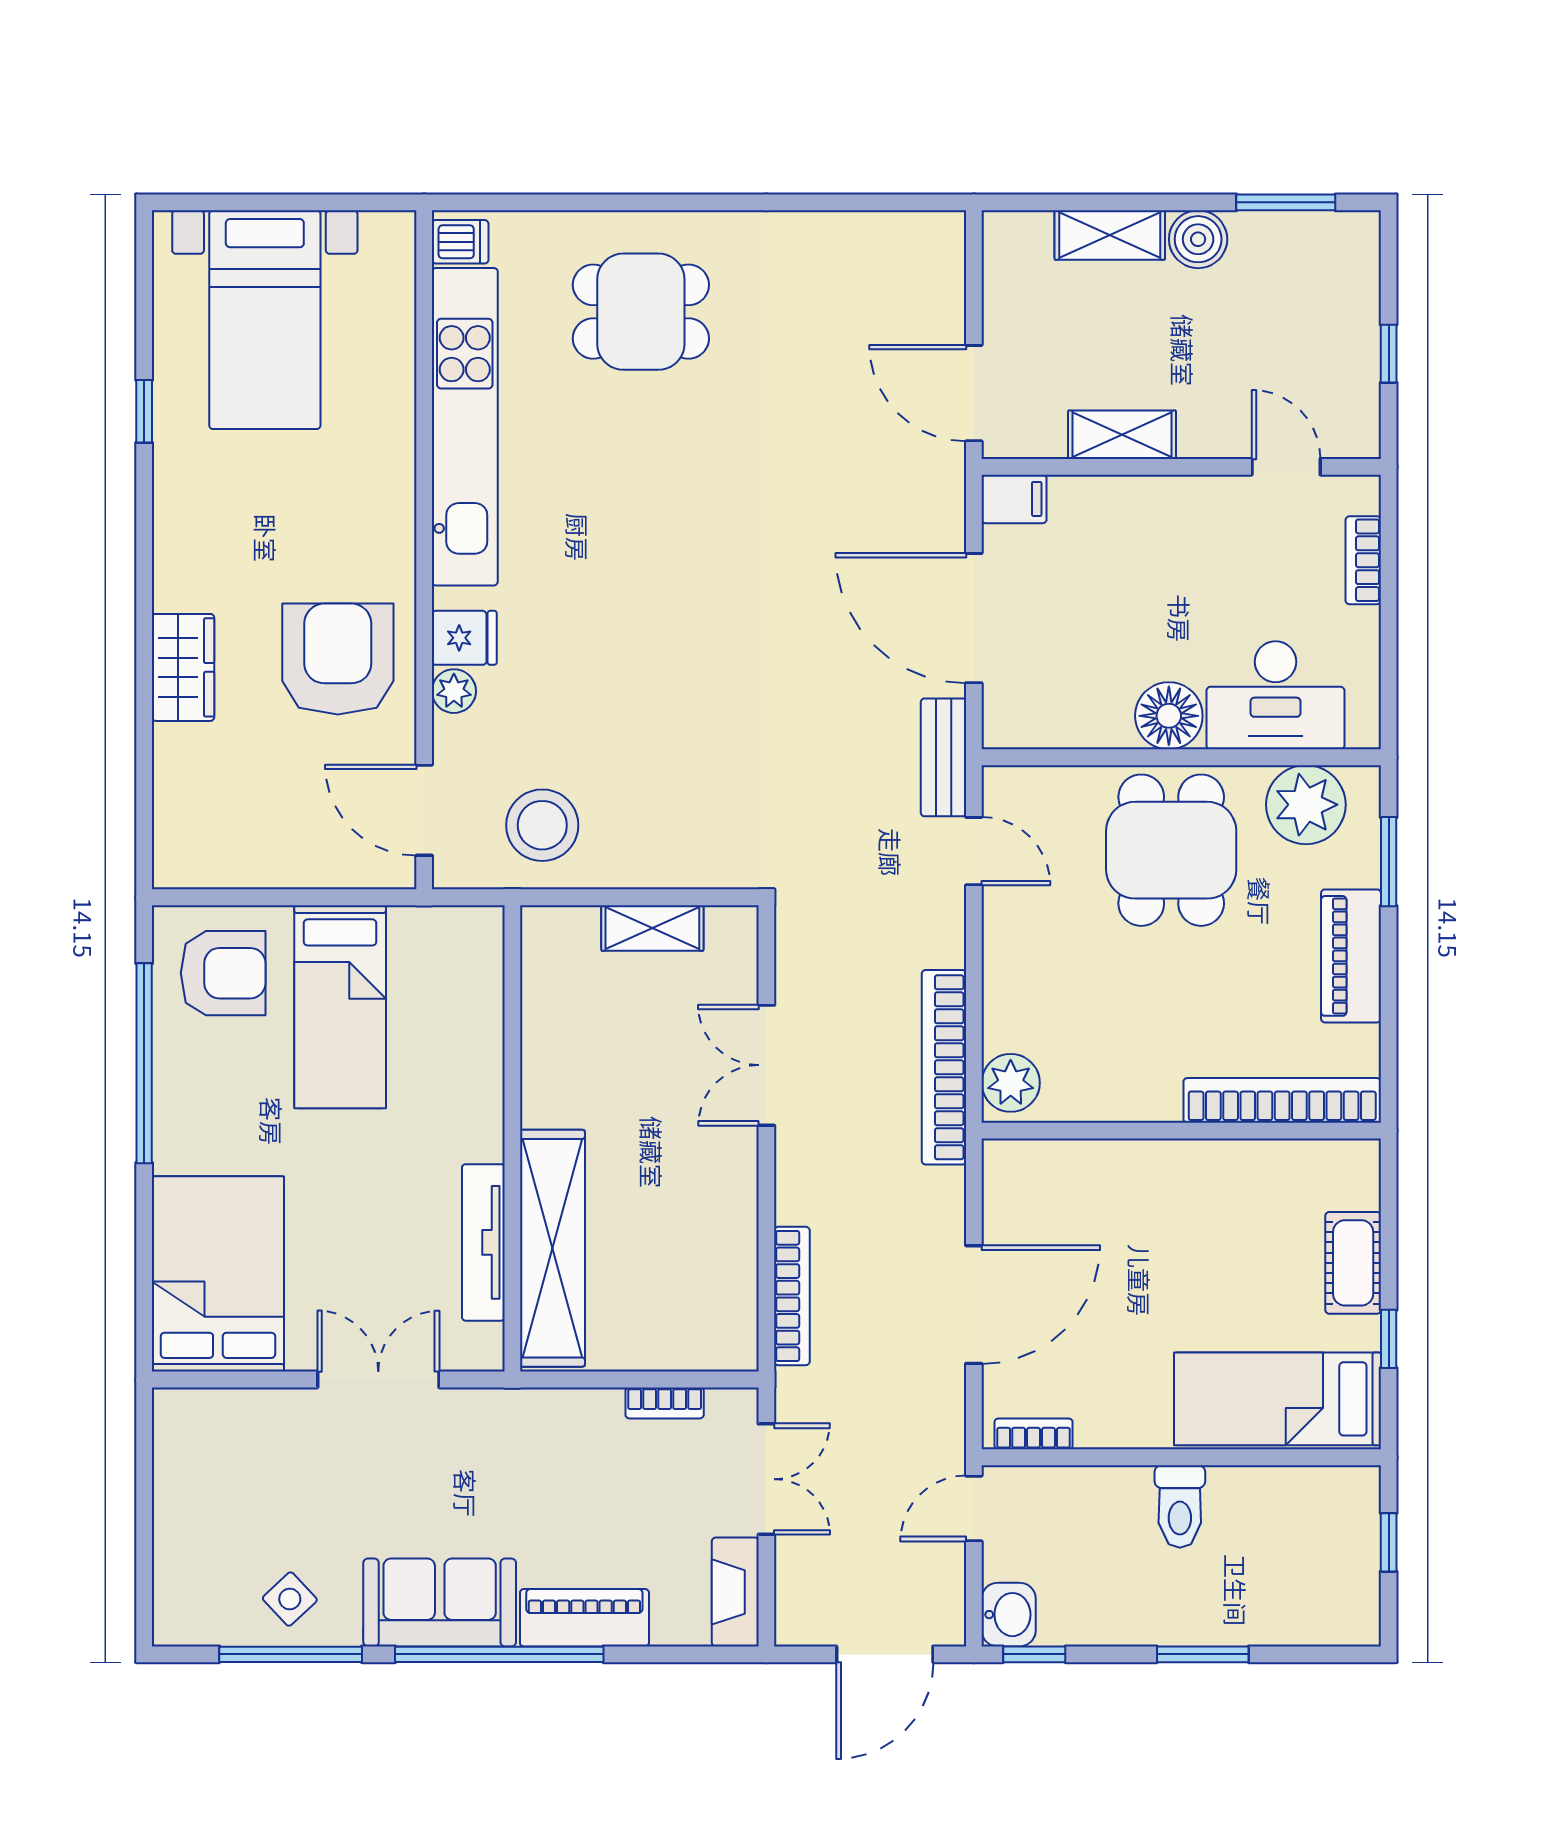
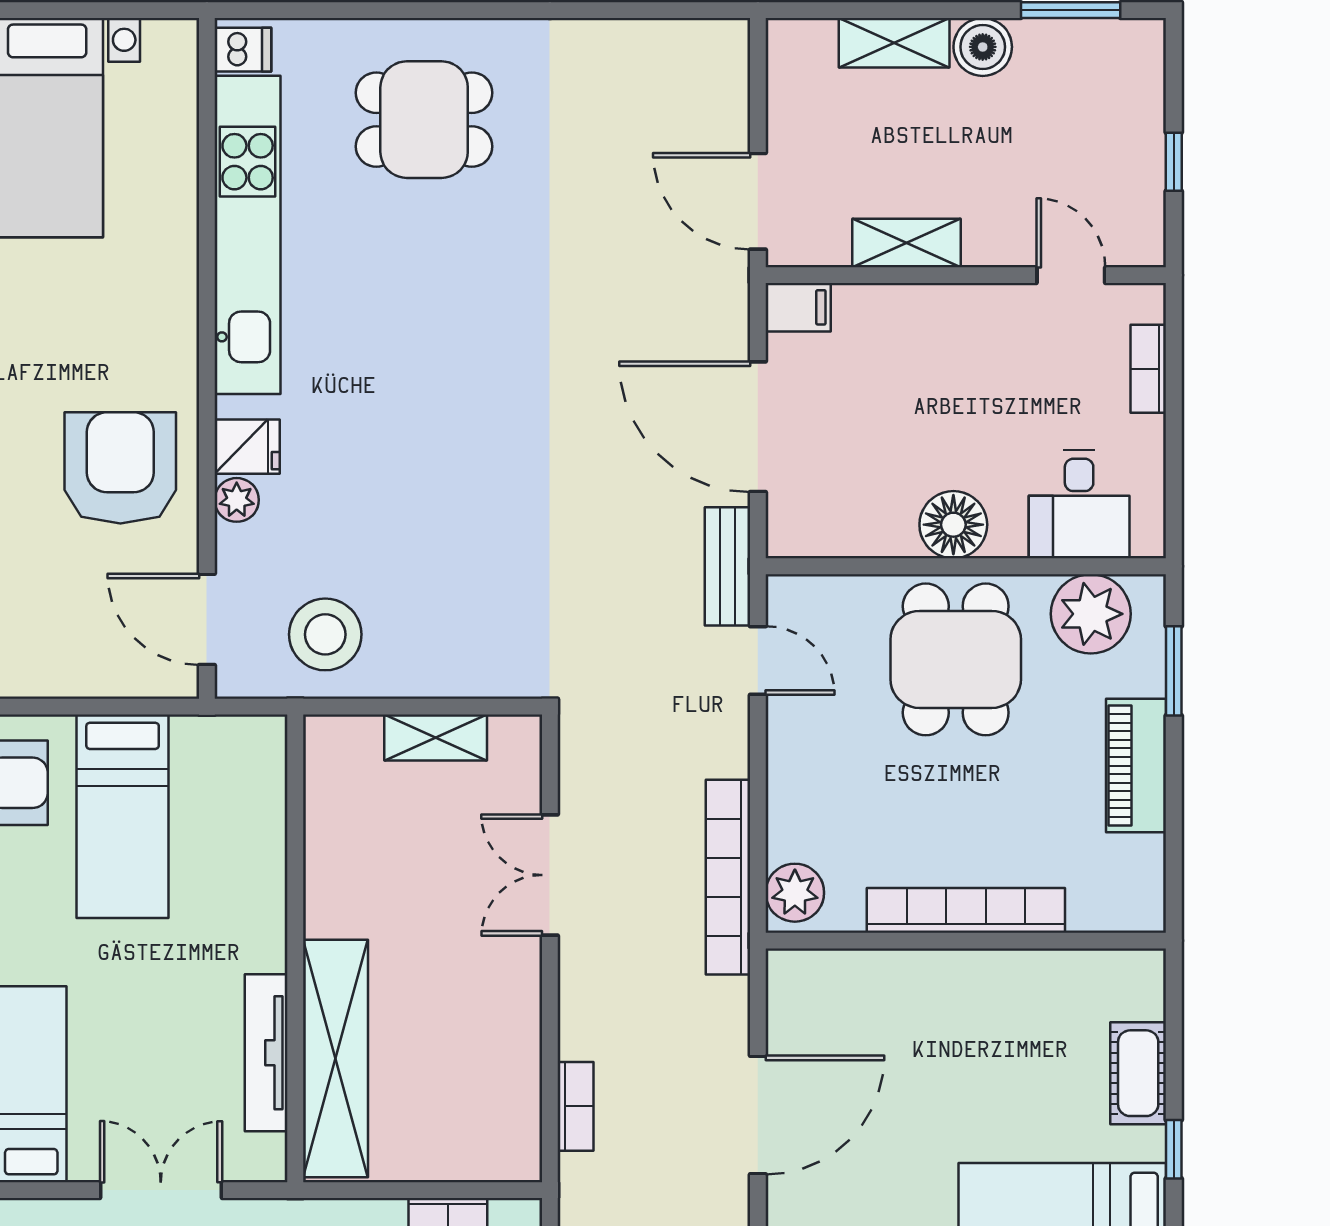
desk: (1276, 695) -> (1079, 504), width x0.73
bookcase: (1282, 1100) -> (966, 910), moved
bookcase: (792, 1296) -> (576, 1106), width x0.64

